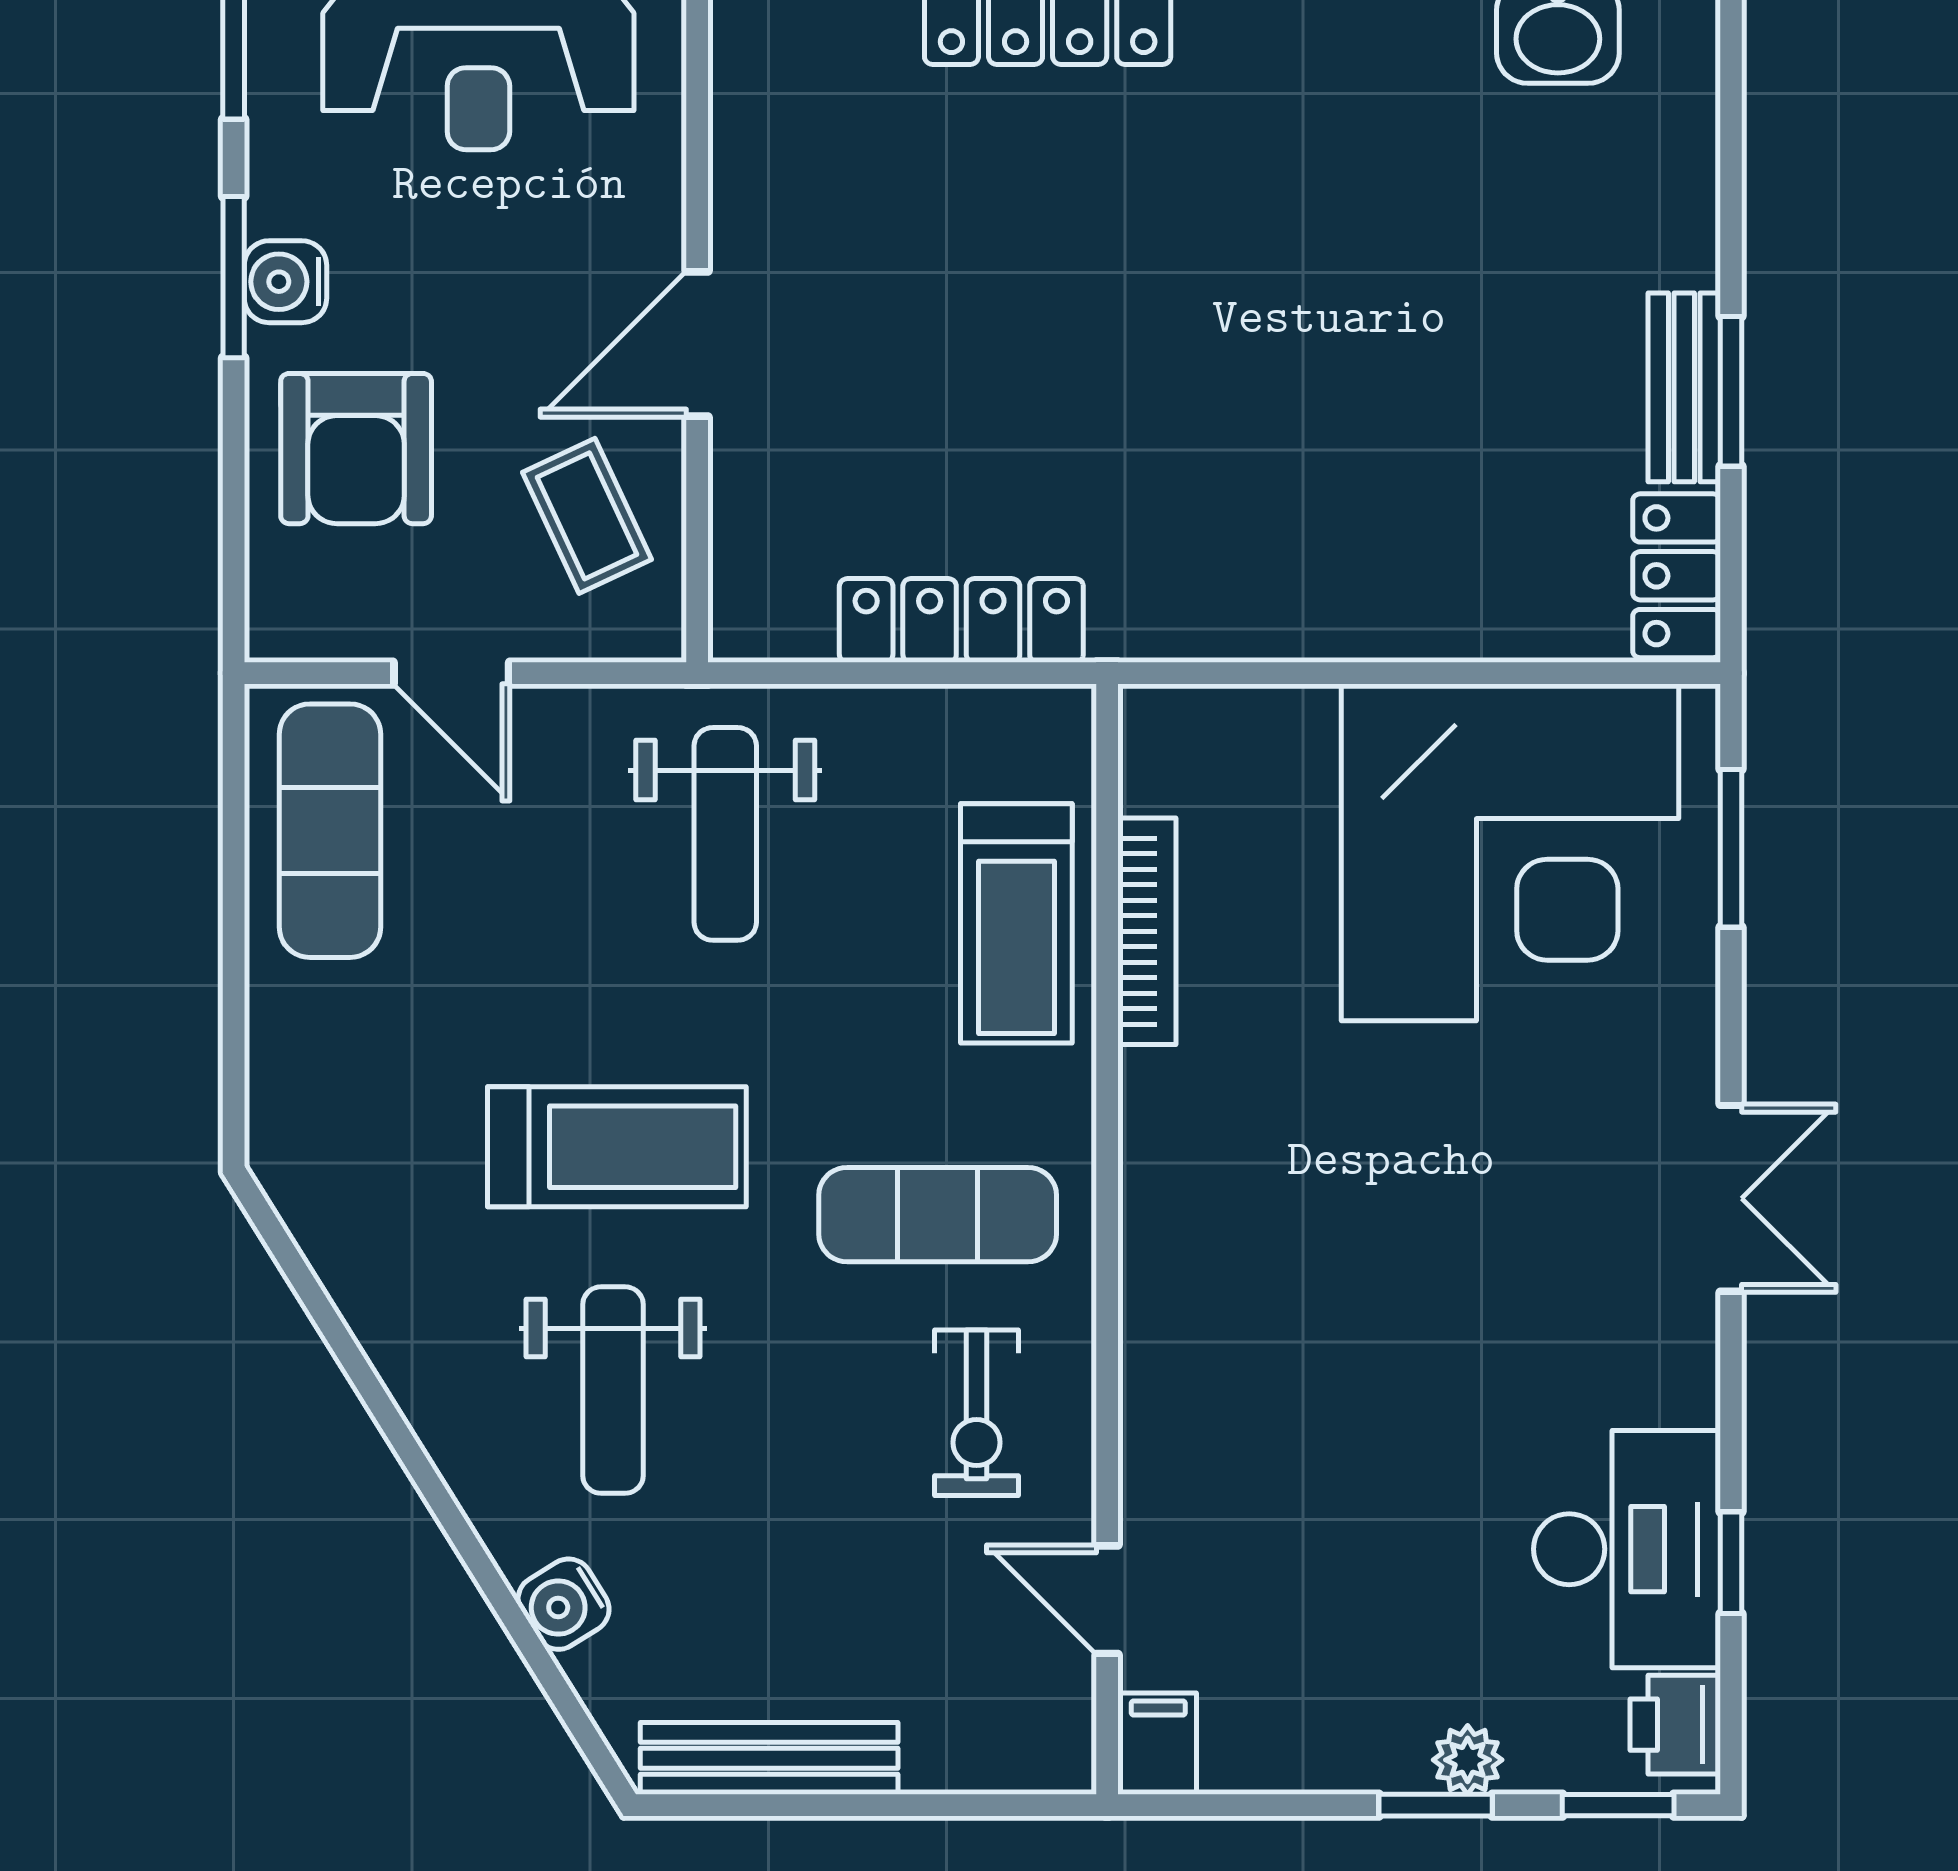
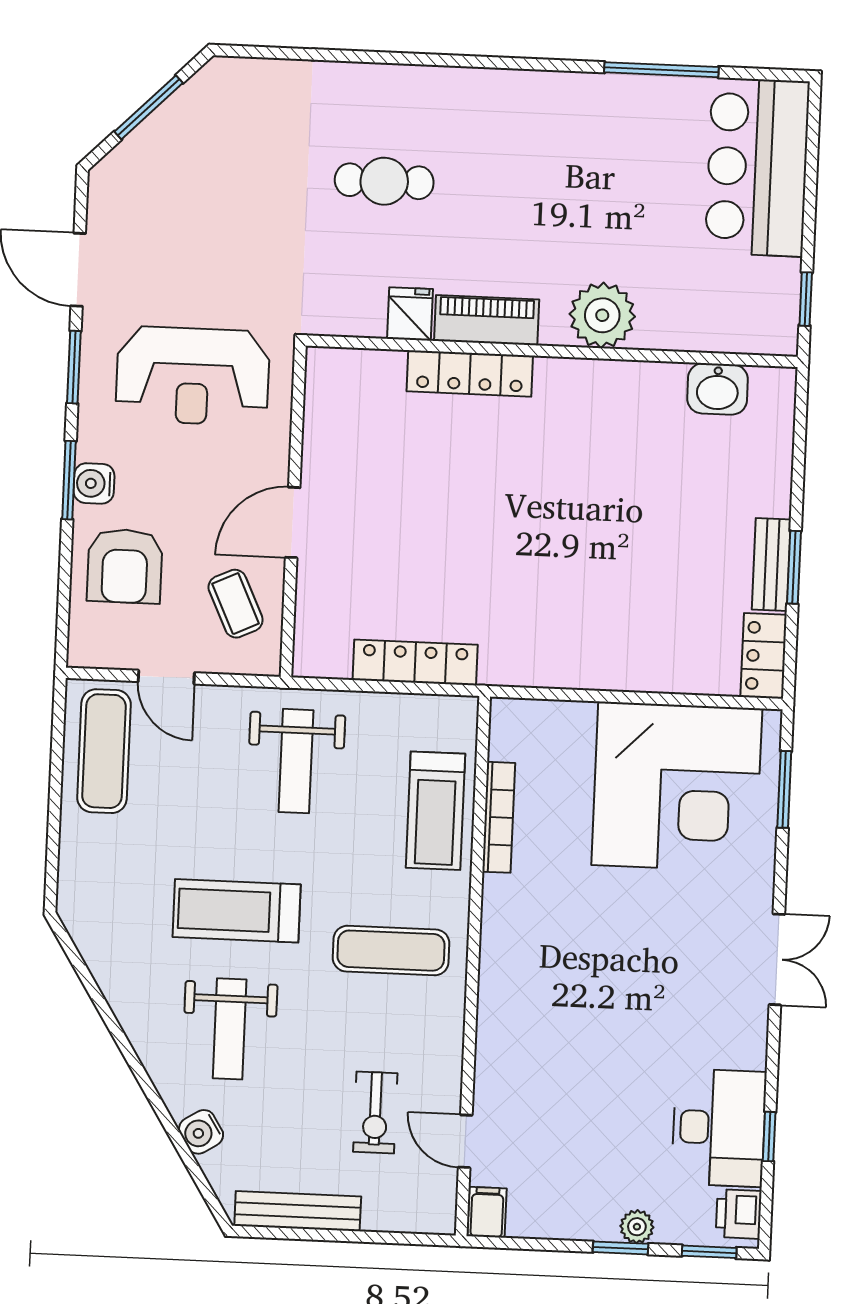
treadmill: (617, 1147) -> (237, 911), turned 180
exercise bike: (977, 1413) -> (375, 1112), moved

